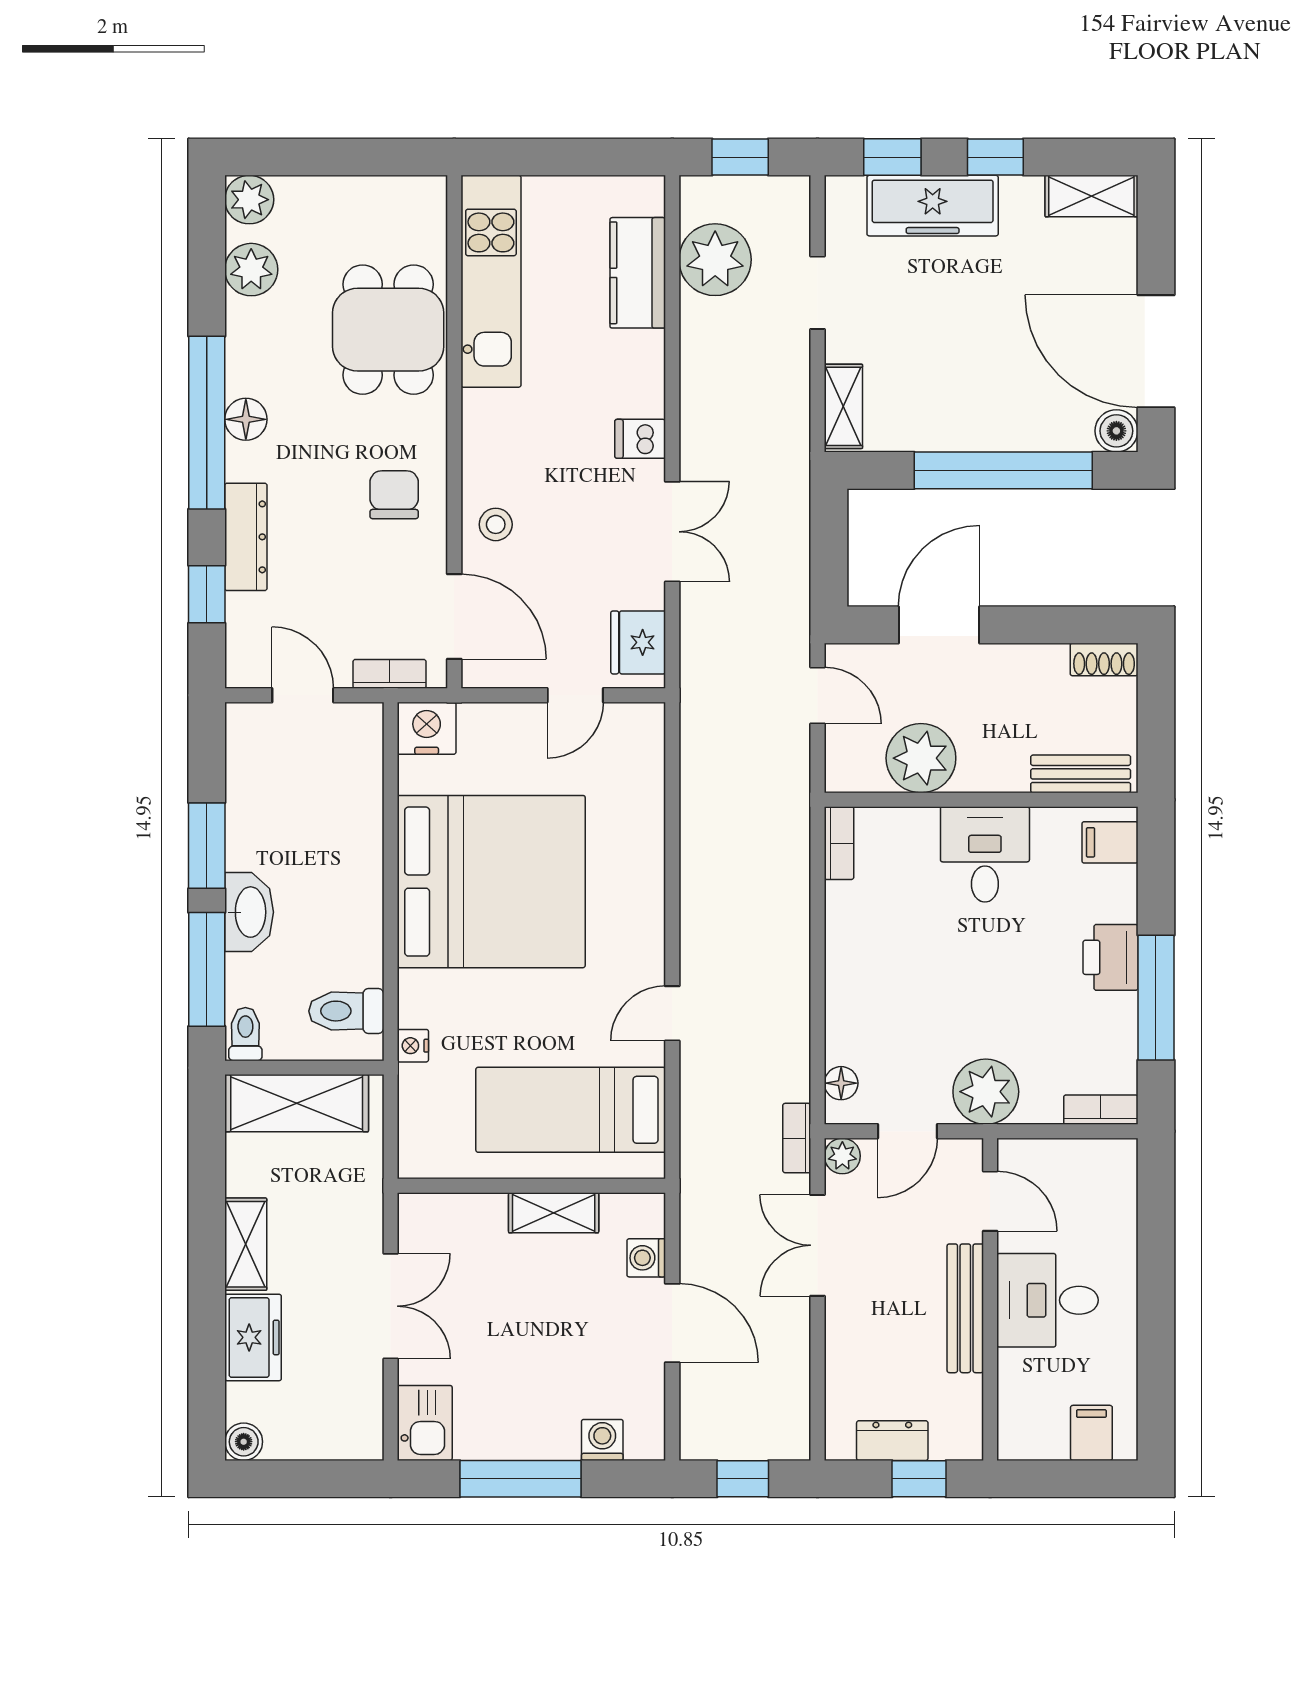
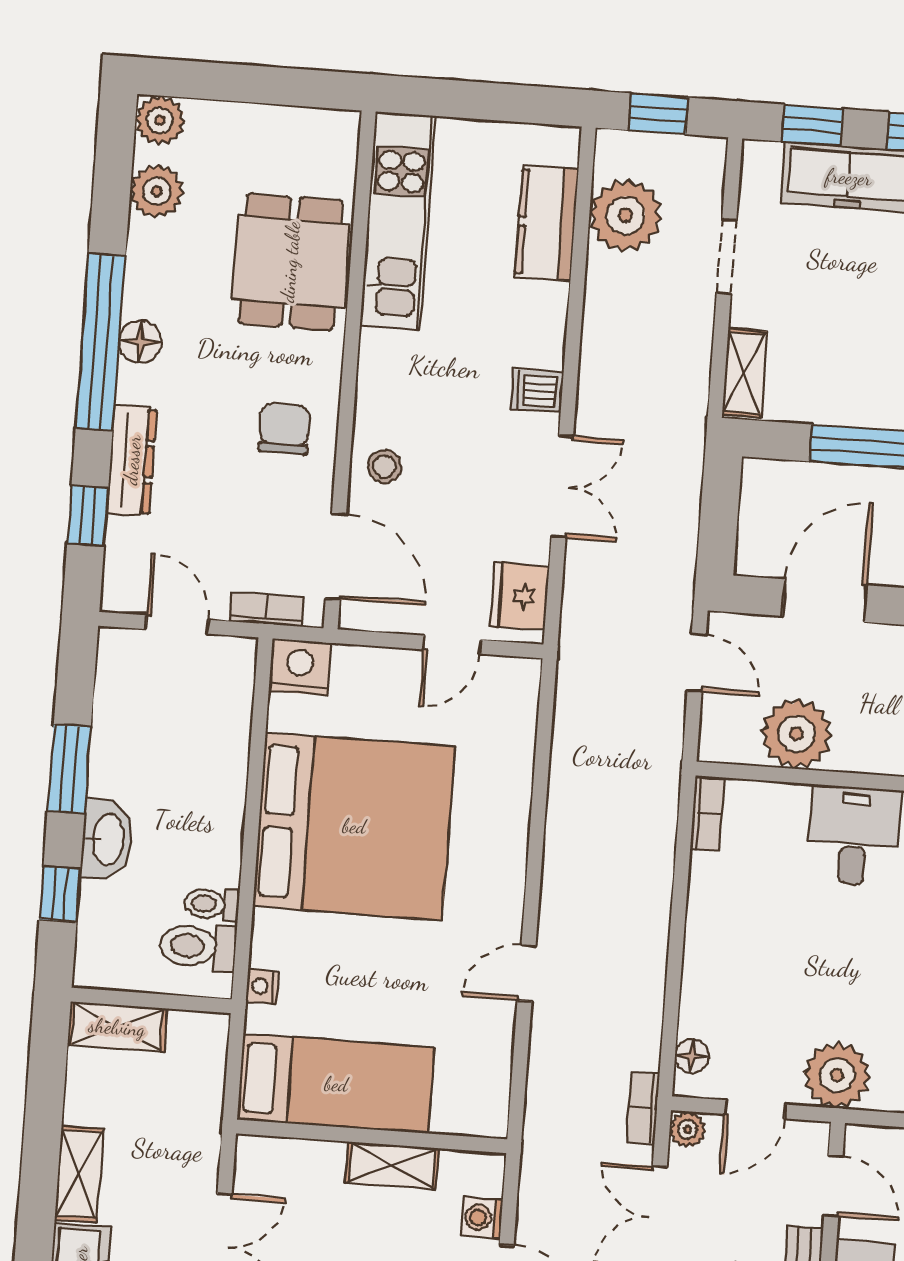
window: (207, 969) -> (60, 894), width x0.46
toilet: (245, 1034) -> (212, 904), moved, turned -90
shelving: (297, 1103) -> (117, 1027), width x0.67, depth x0.75
bed: (571, 1110) -> (336, 1084), moved, turned 180

